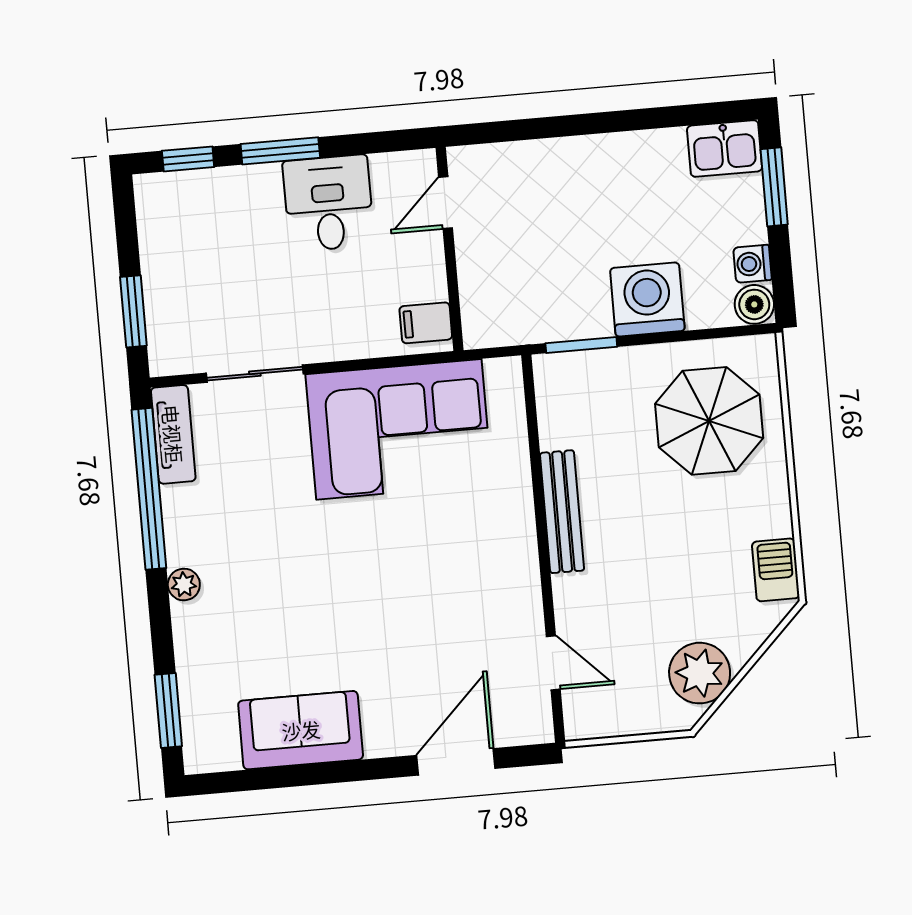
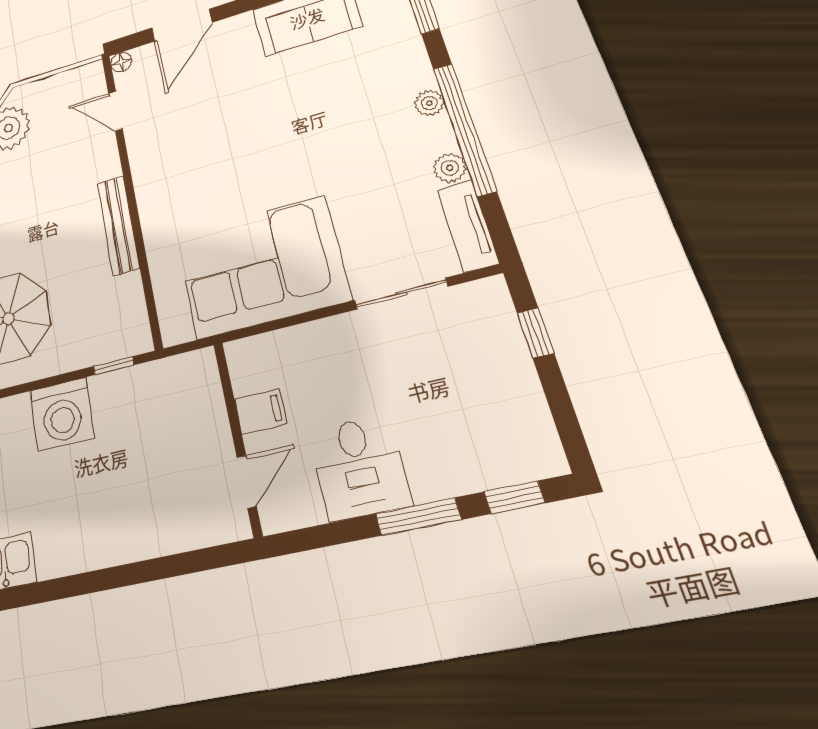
window: (133, 311) -> (535, 333), width x0.67
filing cabinet: (426, 323) -> (260, 411), moved
window: (581, 345) -> (114, 366), width x0.67
window: (149, 489) -> (464, 129), moved
plant: (178, 503) -> (450, 168), added
floor lamp: (540, 730) -> (121, 62), added

